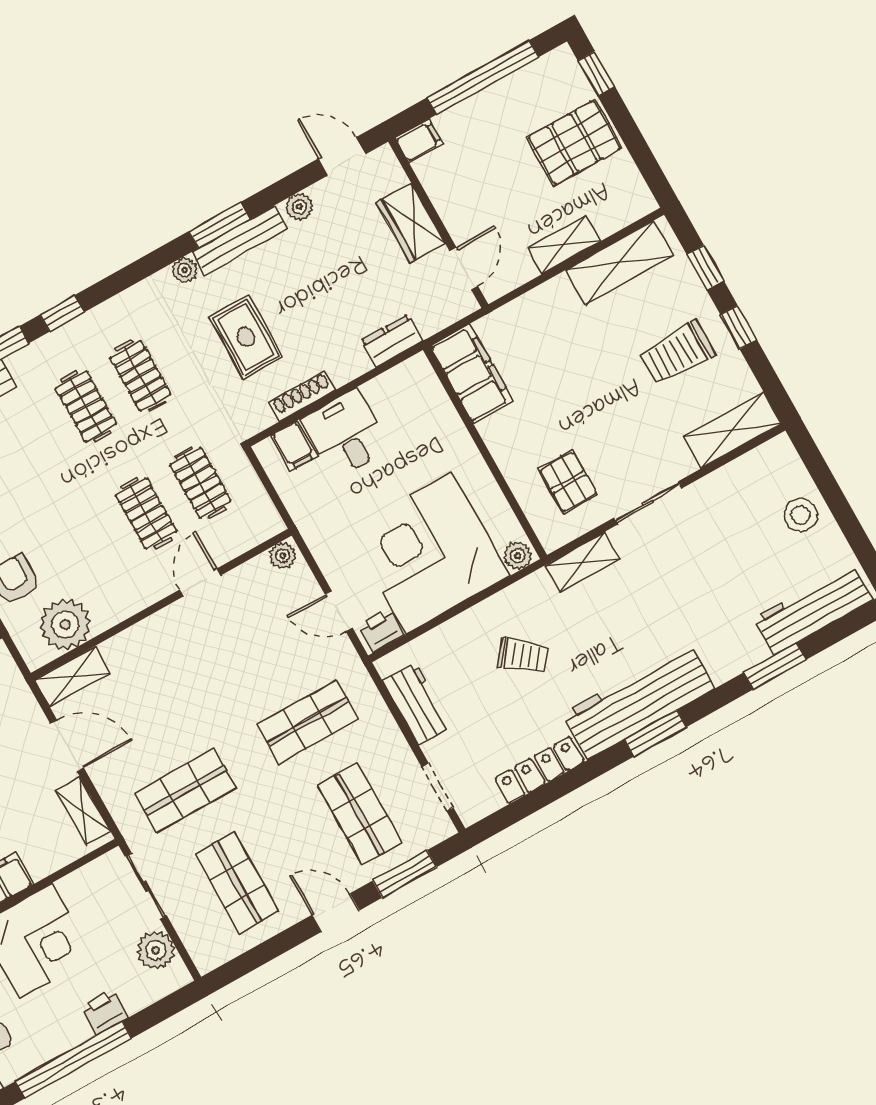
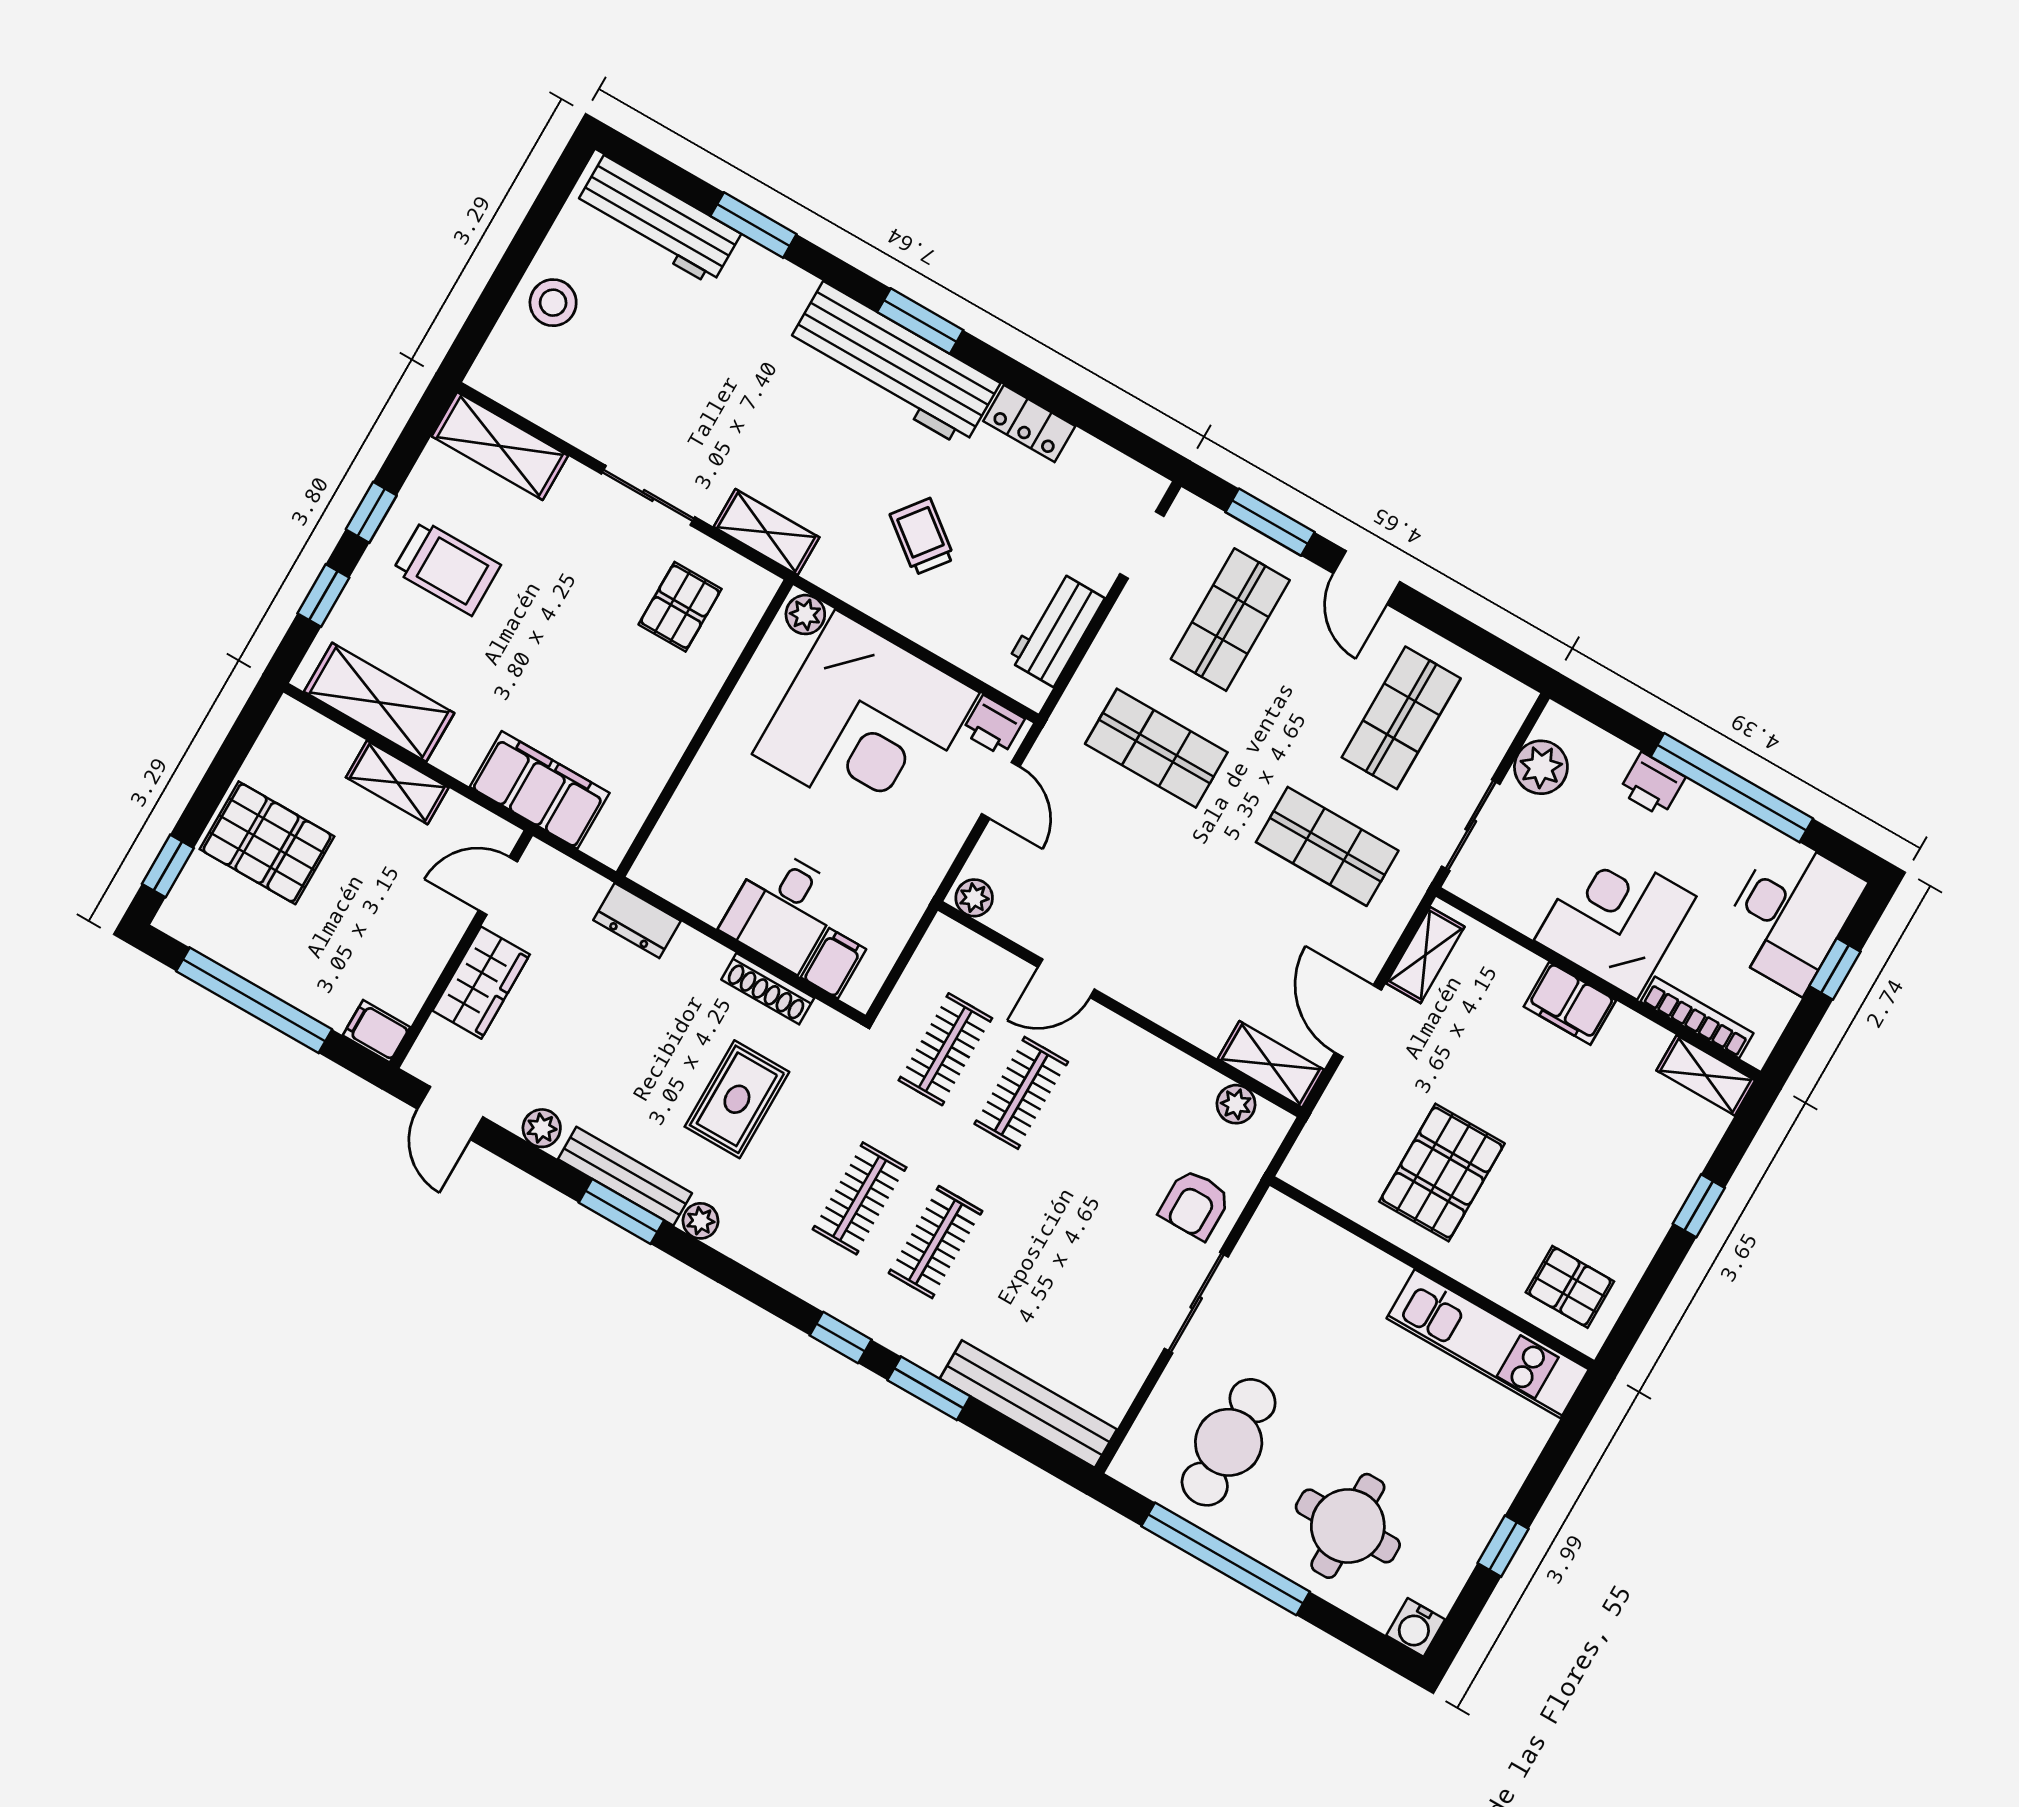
filing cabinet: (471, 374) -> (540, 790), moved, turned 90
plant: (65, 624) -> (1236, 1104), width x0.53, depth x0.53
locker: (539, 770) -> (1029, 424), width x0.66

